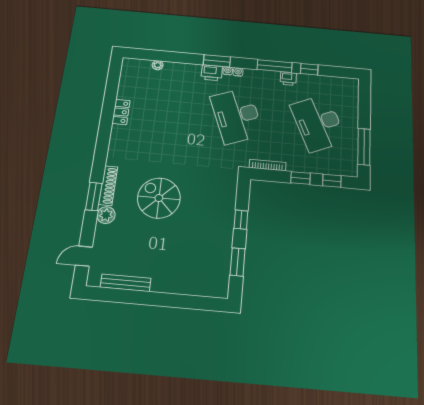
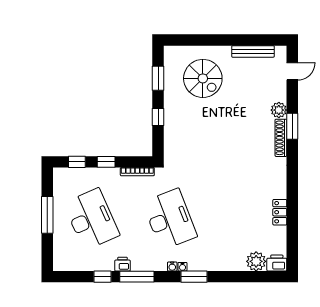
plant: (158, 65) -> (256, 261), width x1.88, depth x1.88
printer: (212, 73) -> (277, 263), moved
window: (364, 147) -> (47, 215), moved
spiral stairs: (159, 198) -> (203, 78), moved

